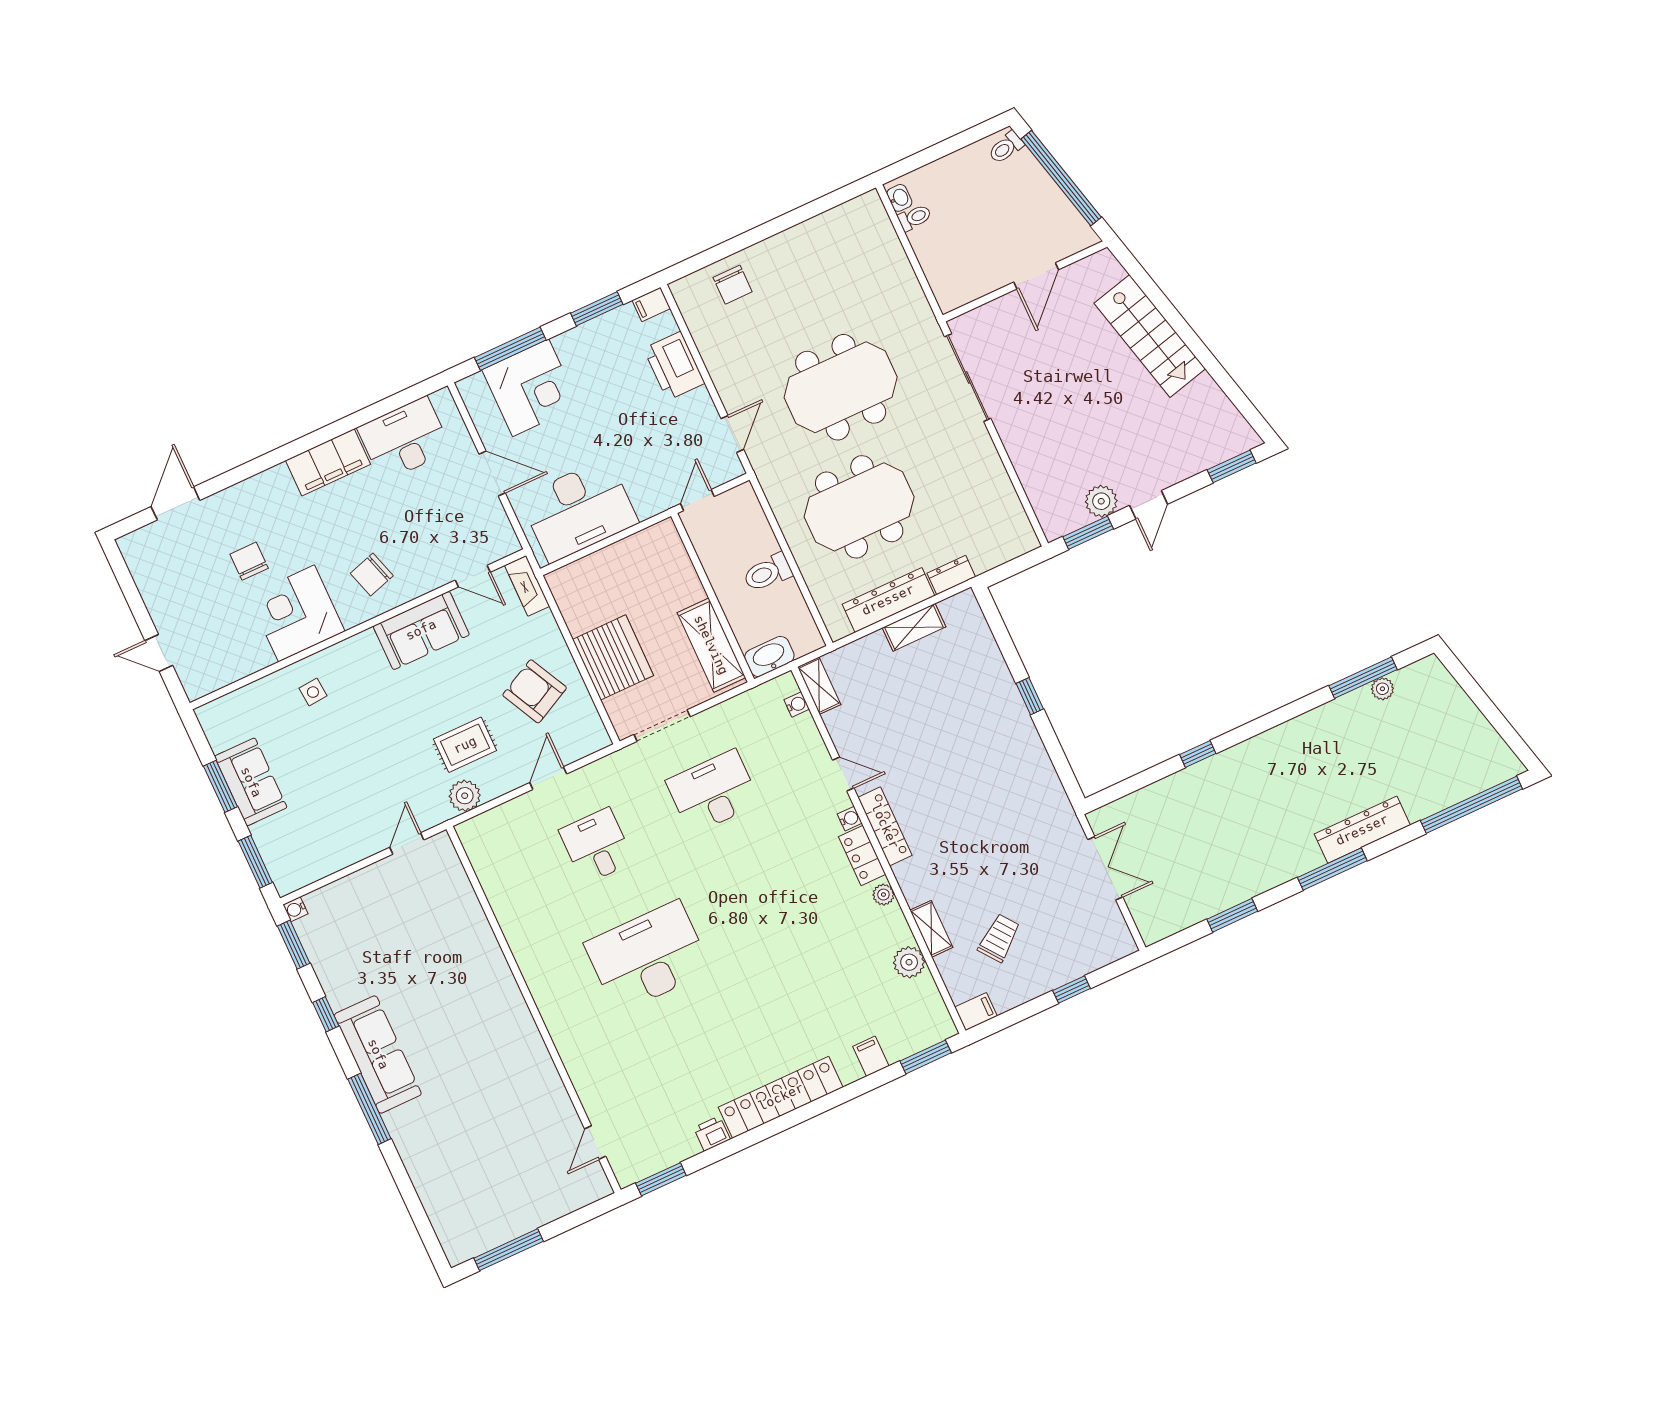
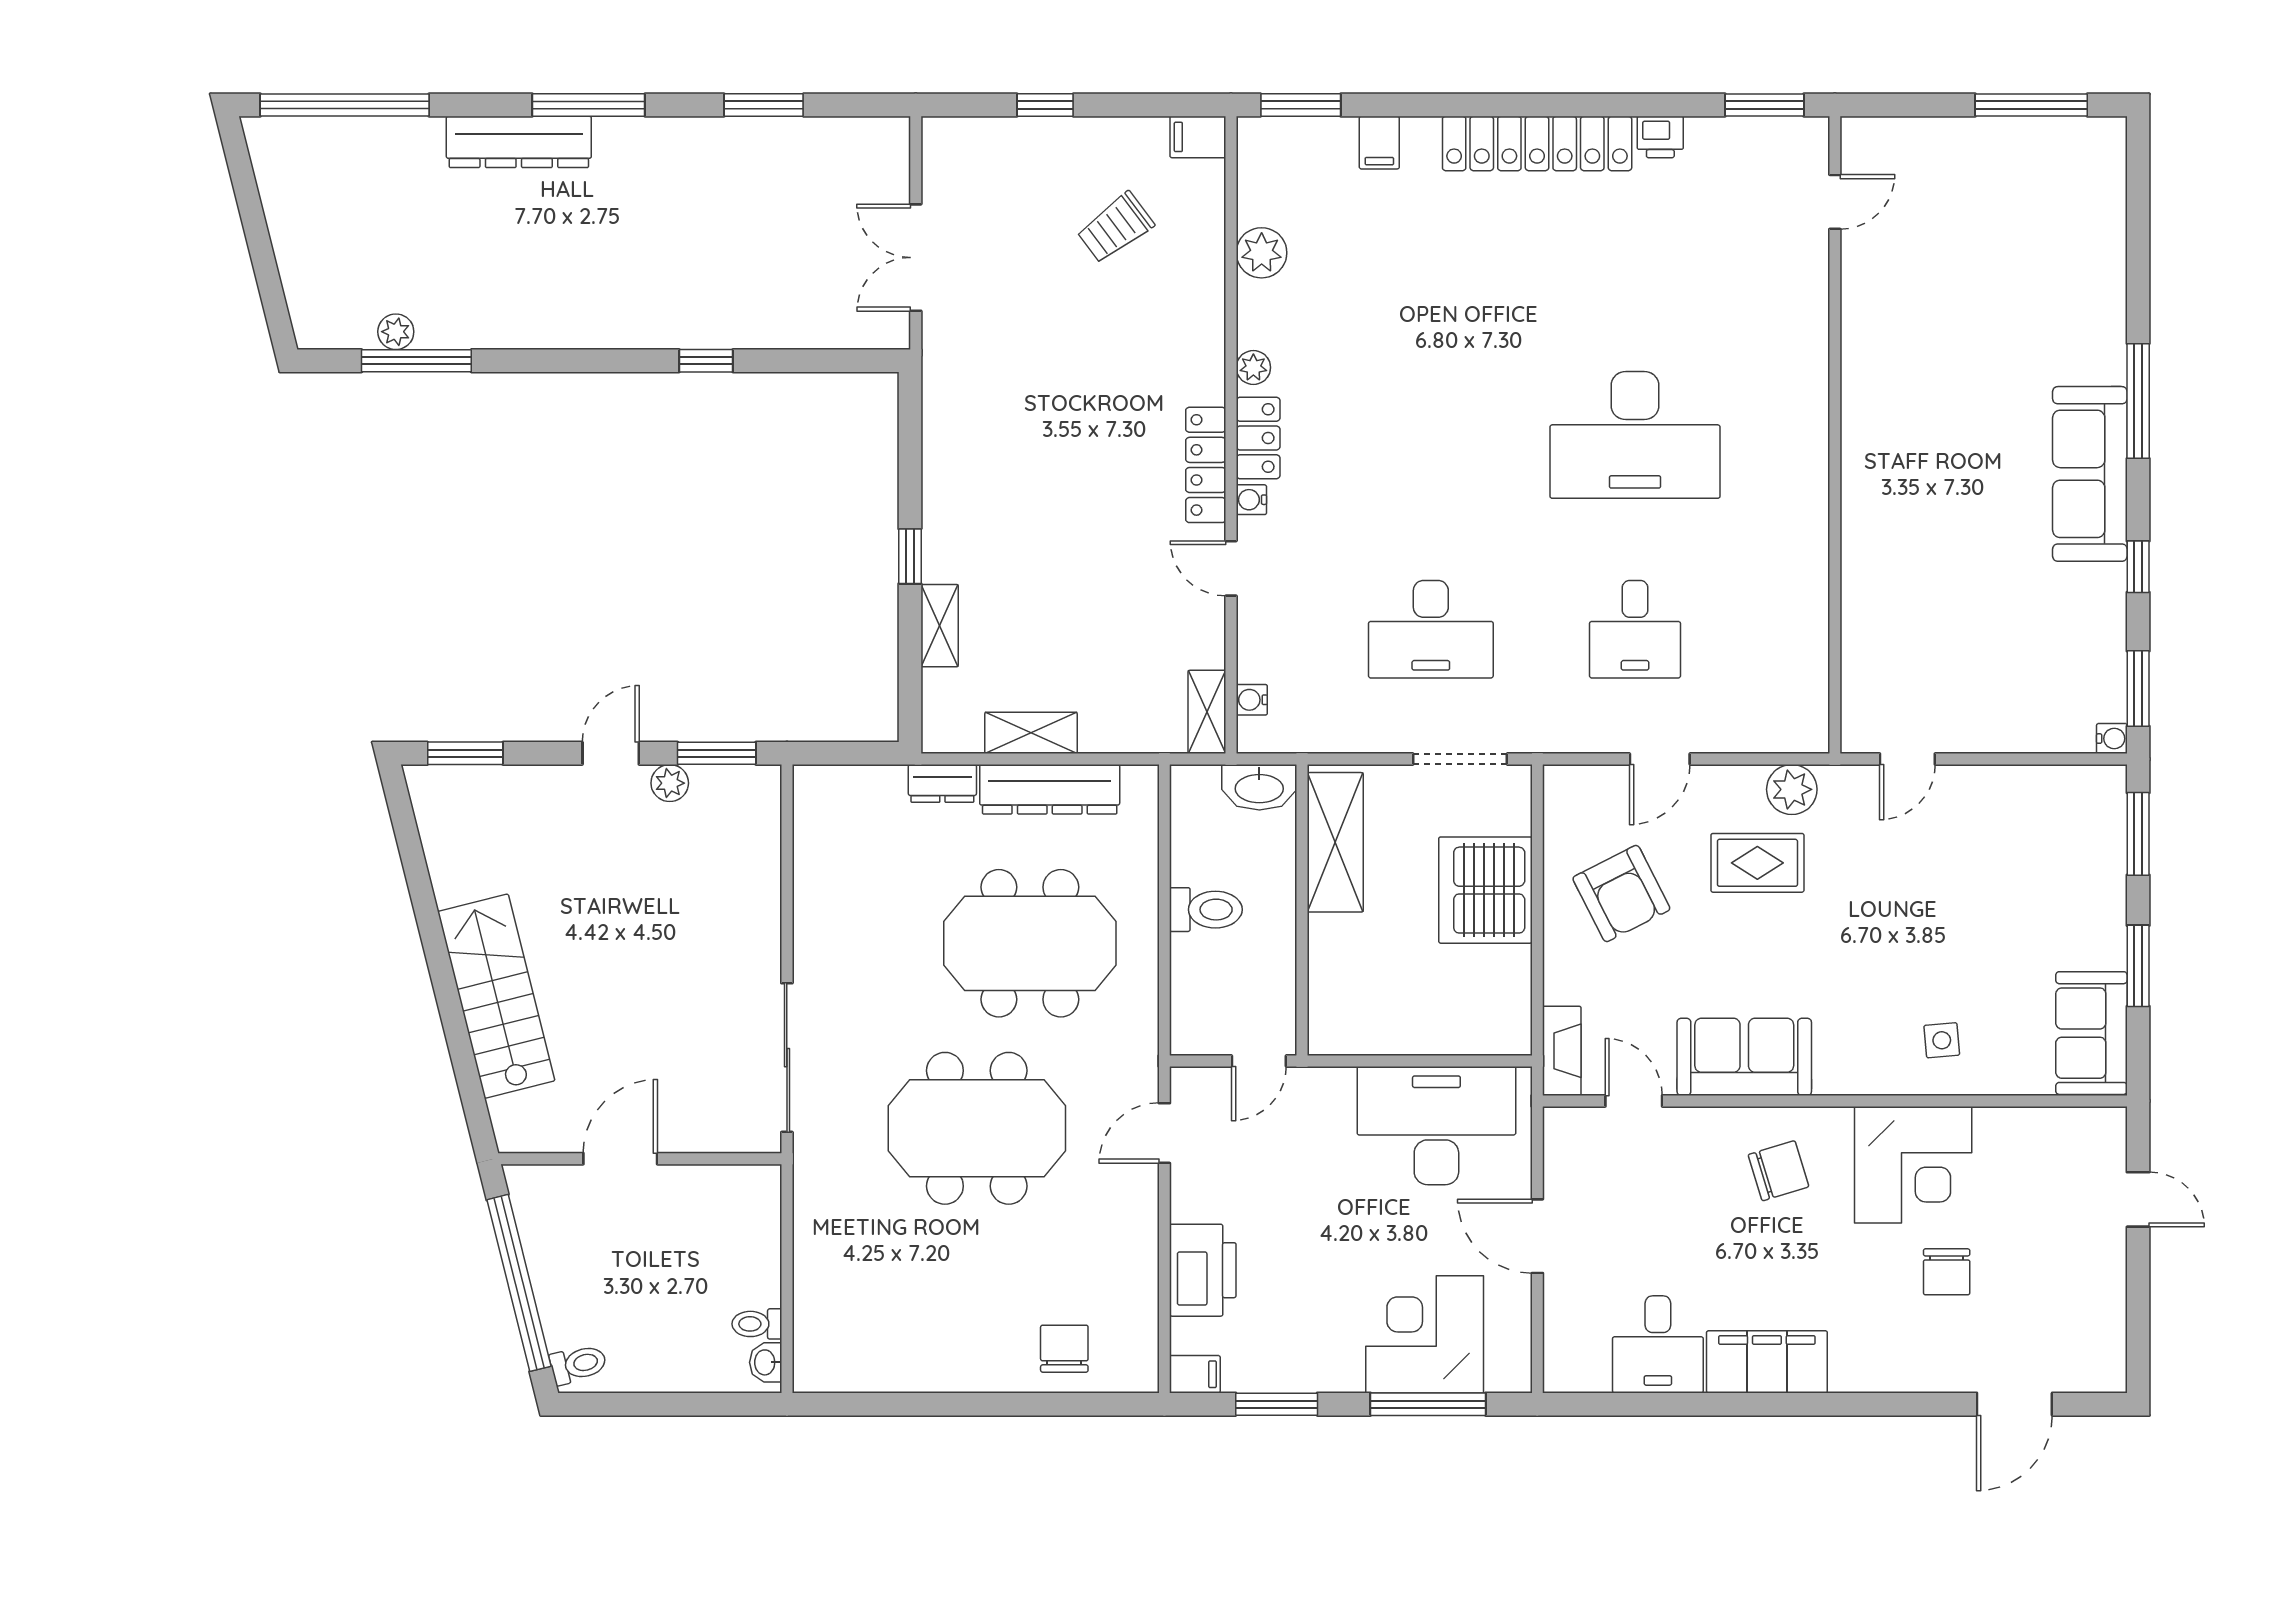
desk: (404, 439) -> (1658, 1344), width x0.73
plant: (1101, 501) -> (670, 783), width x0.73, depth x0.73
sofa: (251, 782) -> (2091, 1033), moved
shelving: (931, 929) -> (940, 626), moved

